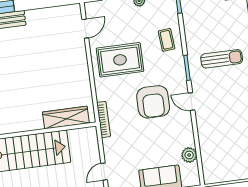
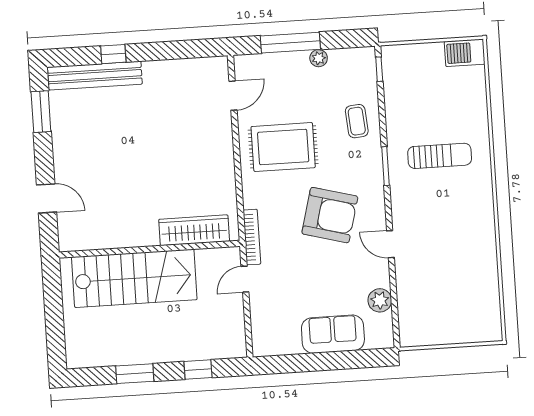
armchair: (153, 102) -> (330, 215), turned -75
door: (191, 102) -> (390, 244), moved
door: (104, 172) -> (245, 279), moved

